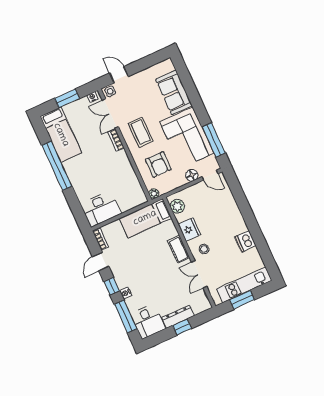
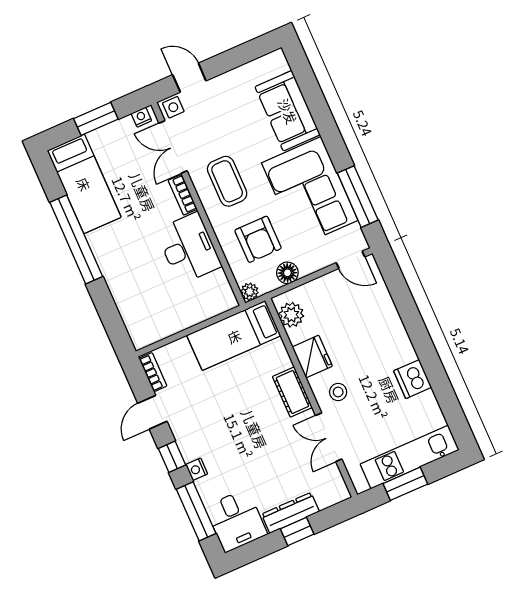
floor lamp: (192, 175) -> (287, 273), moved
desk: (101, 209) -> (189, 248), moved, turned -90

